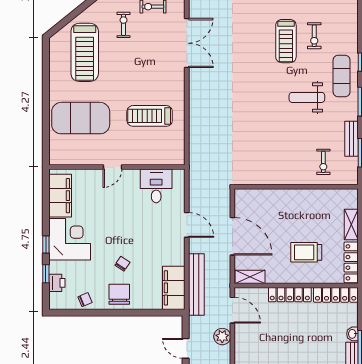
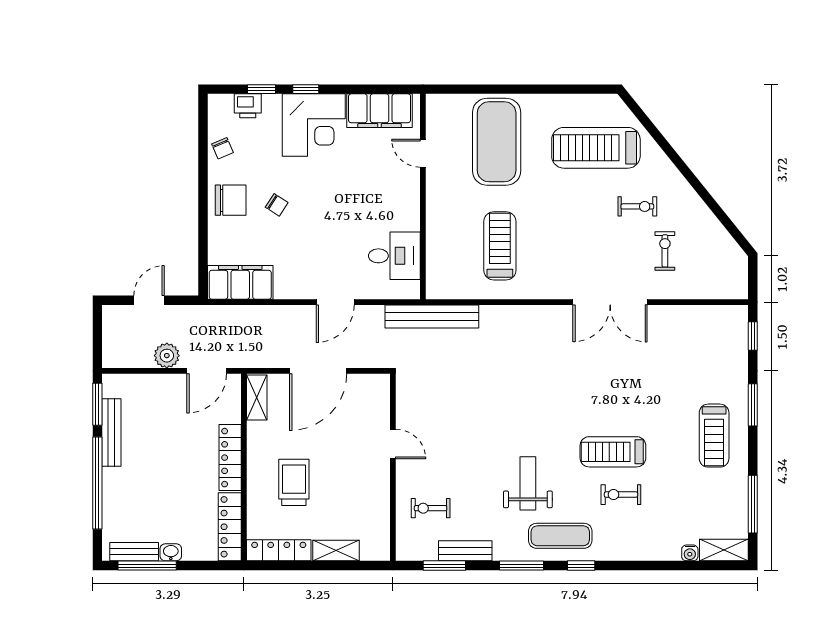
door: (112, 167) -> (423, 153), moved
door: (281, 187) -> (393, 444), added
bench: (196, 285) -> (432, 316), moved

